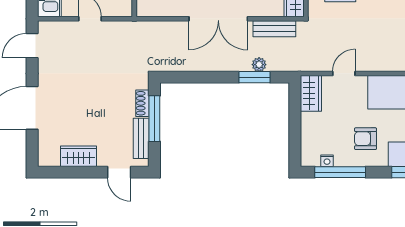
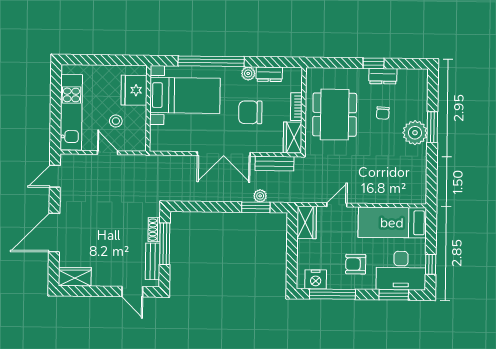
wardrobe: (78, 156) -> (75, 277), moved
nightstand: (327, 161) -> (316, 279), width x1.89, depth x1.79

